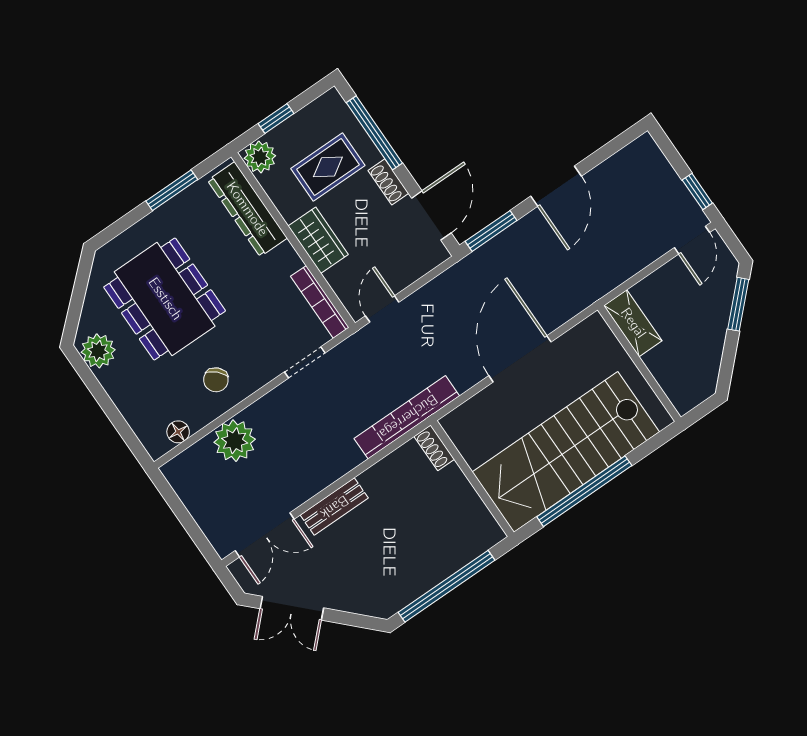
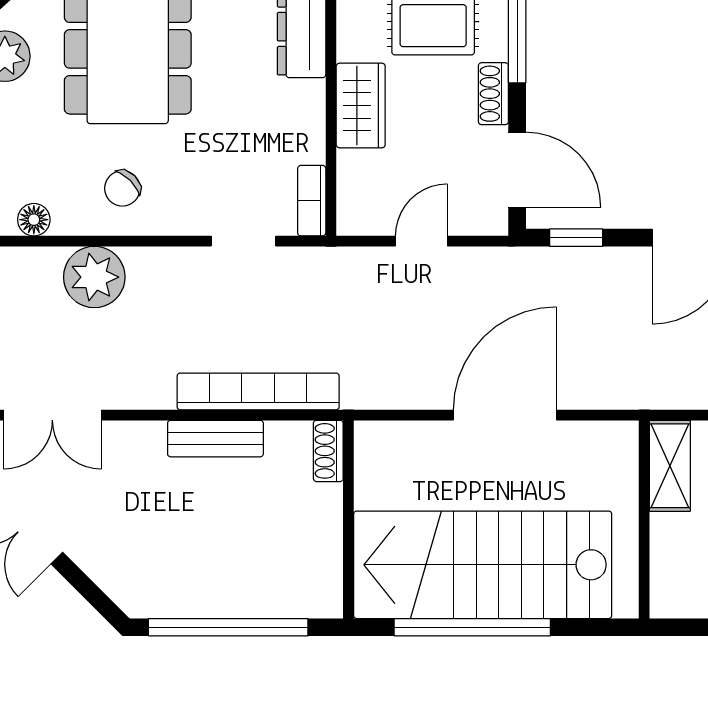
door: (431, 215) -> (517, 170), hinge flipped
window: (491, 231) -> (576, 238), width x0.67
bookcase: (320, 302) -> (312, 201), width x0.64
door: (382, 309) -> (421, 241), moved
bookcase: (407, 417) -> (258, 391), moved
bench: (334, 507) -> (215, 439), moved

